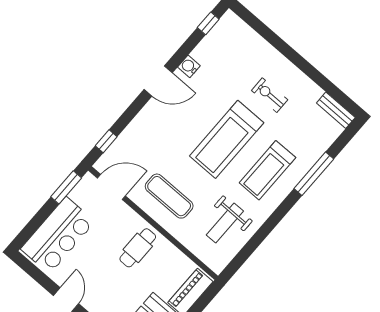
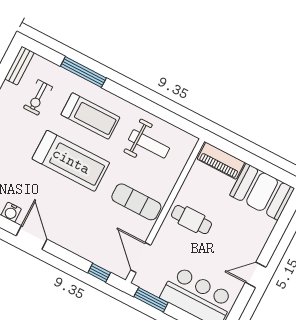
exercise bike: (270, 95) -> (38, 97), moved
exercise mat: (169, 196) -> (136, 202), turned 90

